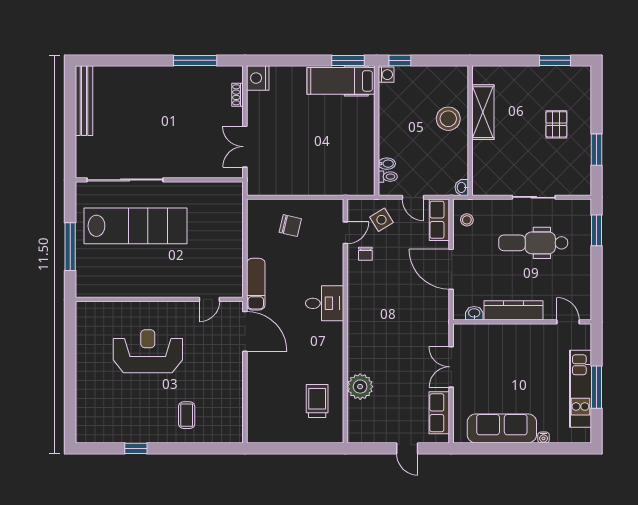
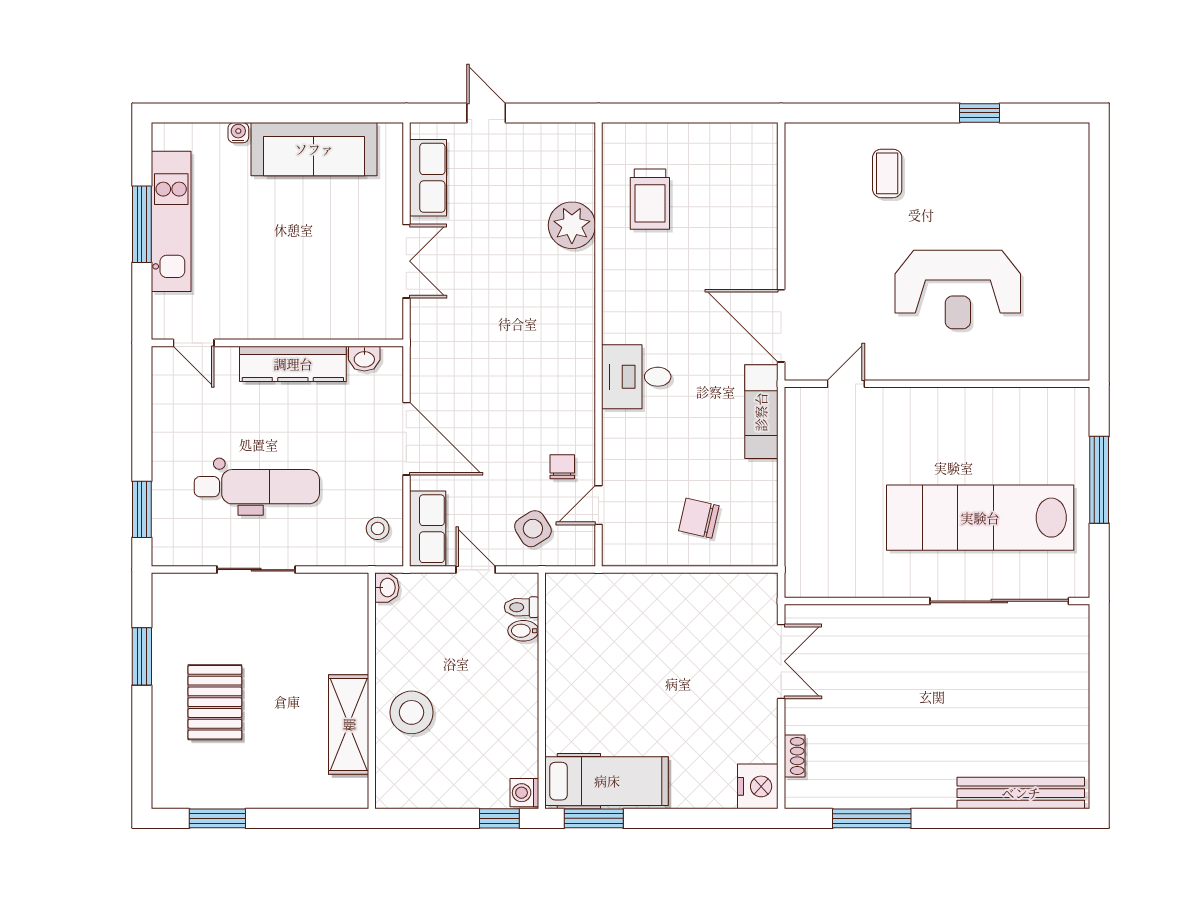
bench: (84, 101) -> (1021, 793), moved, turned 90
pallet: (556, 124) -> (215, 702), width x1.50, depth x1.42

